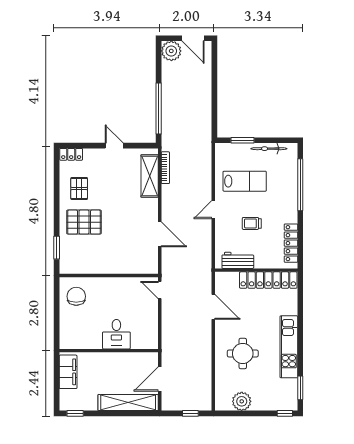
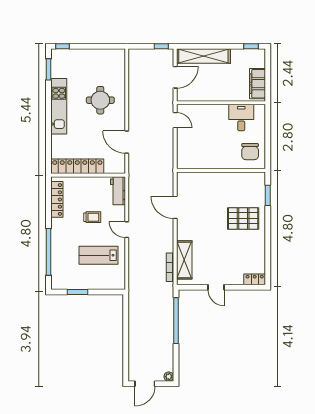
door: (193, 38) -> (145, 384), swing flipped
plant: (171, 51) -> (169, 377), width x0.53, depth x0.53
window: (243, 140) -> (77, 292), moved
bicycle: (269, 149) -> (77, 284), removed
pallet: (79, 188) -> (247, 249), removed
door: (213, 210) -> (127, 230), swing flipped
workbench: (238, 260) -> (118, 191), moved, turned 90
door: (160, 290) -> (175, 120), moved
desk: (116, 334) -> (241, 118), moved
plant: (242, 401) -> (101, 57), removed
window: (190, 413) -> (161, 46), moved

